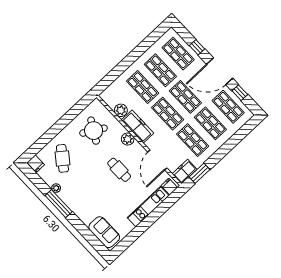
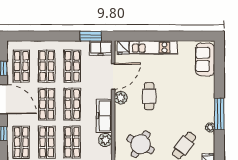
plant: (128, 139) -> (121, 98), moved

